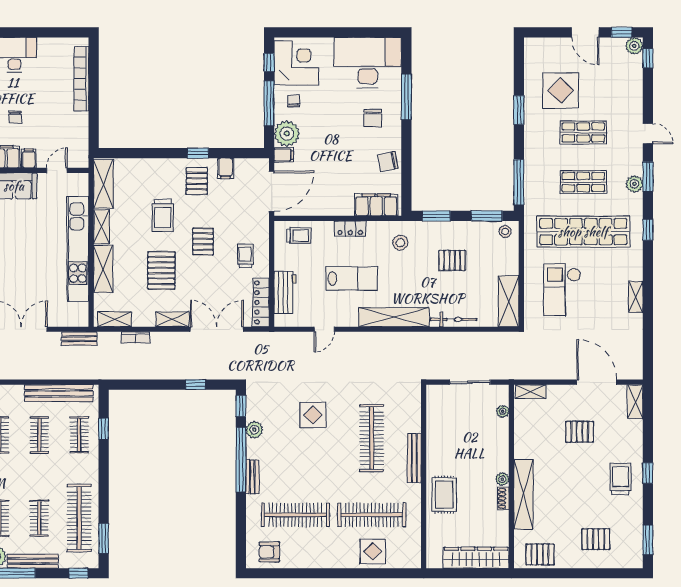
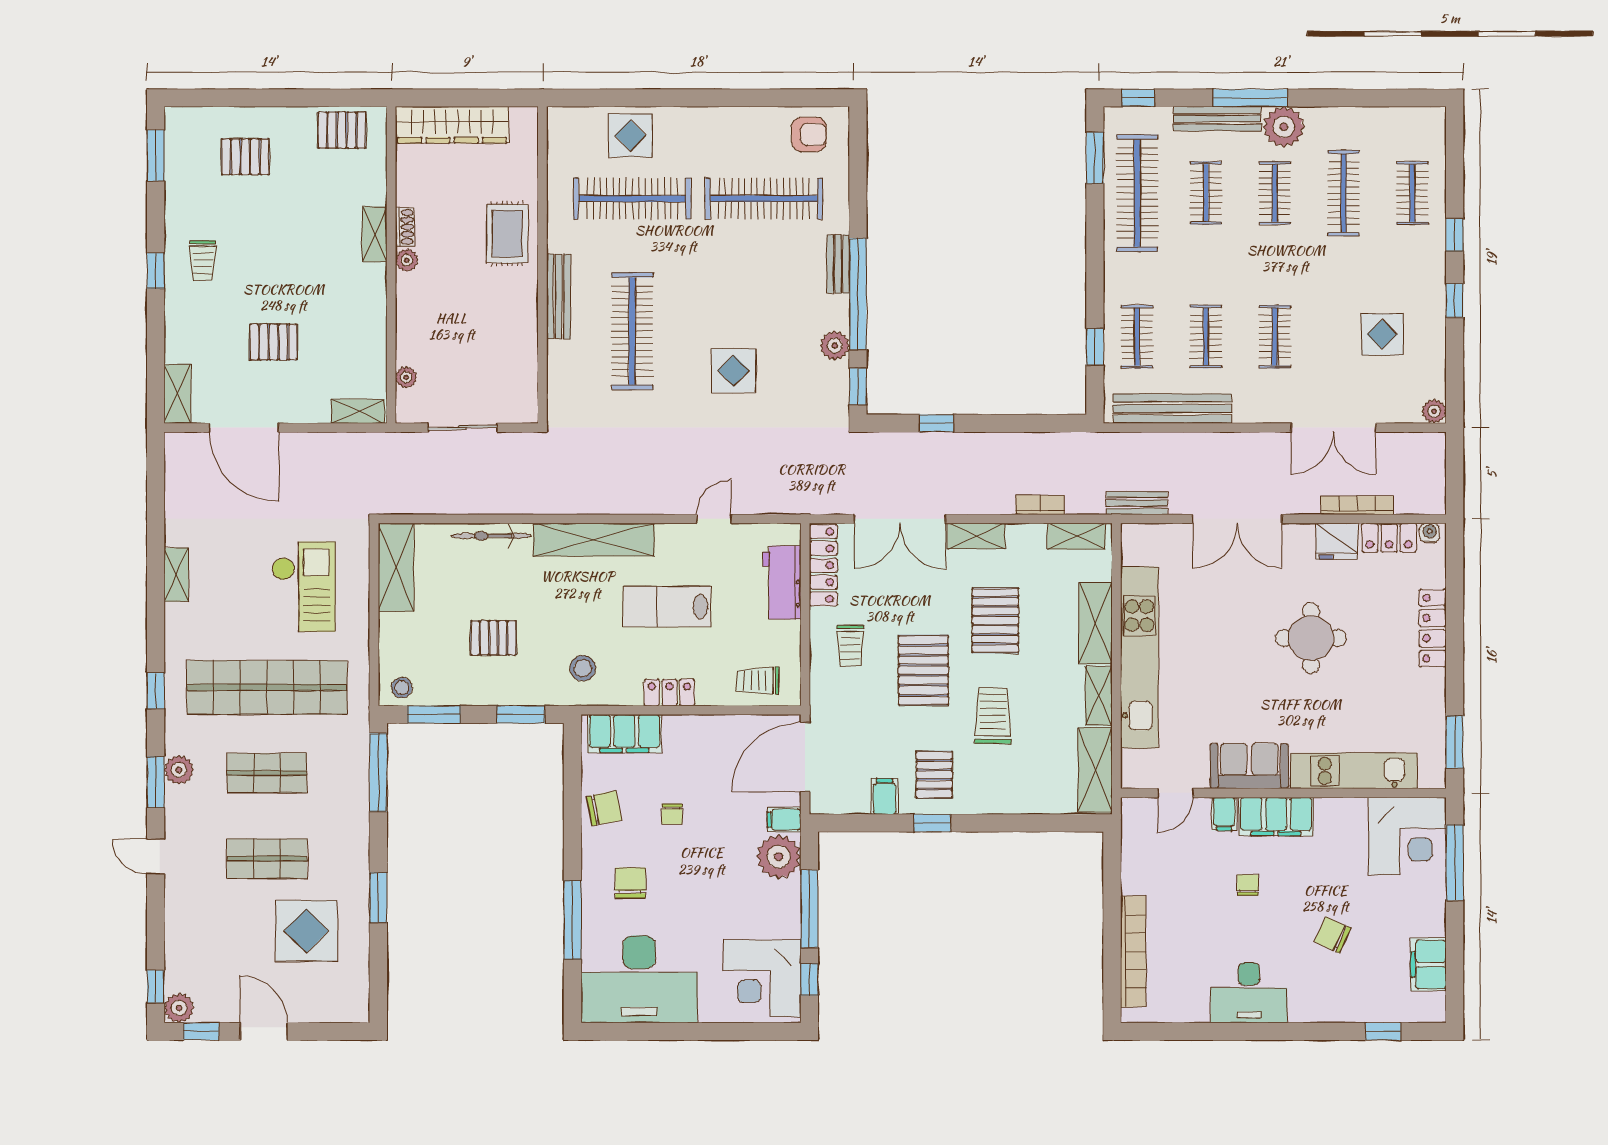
chair: (294, 101) -> (672, 814), moved
pallet: (203, 242) -> (923, 670), width x1.50, depth x1.42
trolley: (620, 479) -> (203, 260), width x0.73, depth x0.72
shelving: (523, 494) -> (374, 234), width x0.45, depth x0.75

